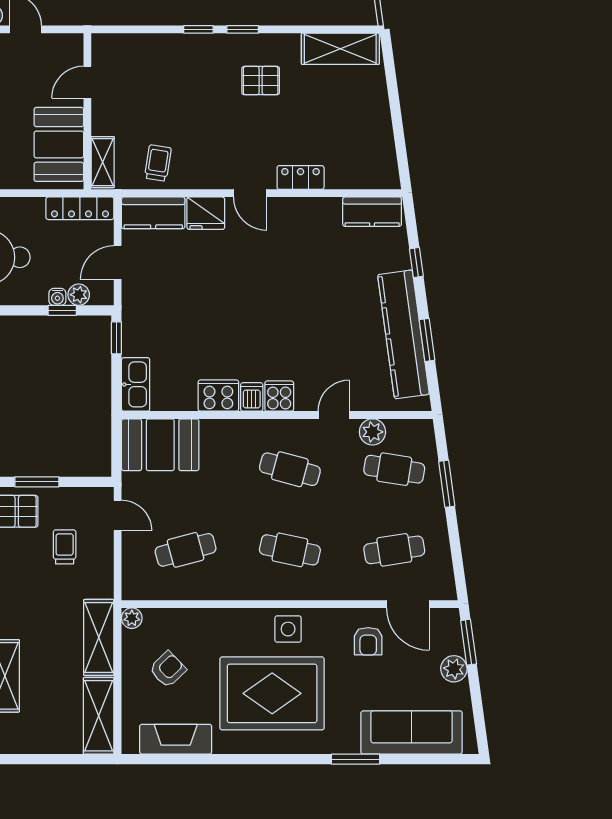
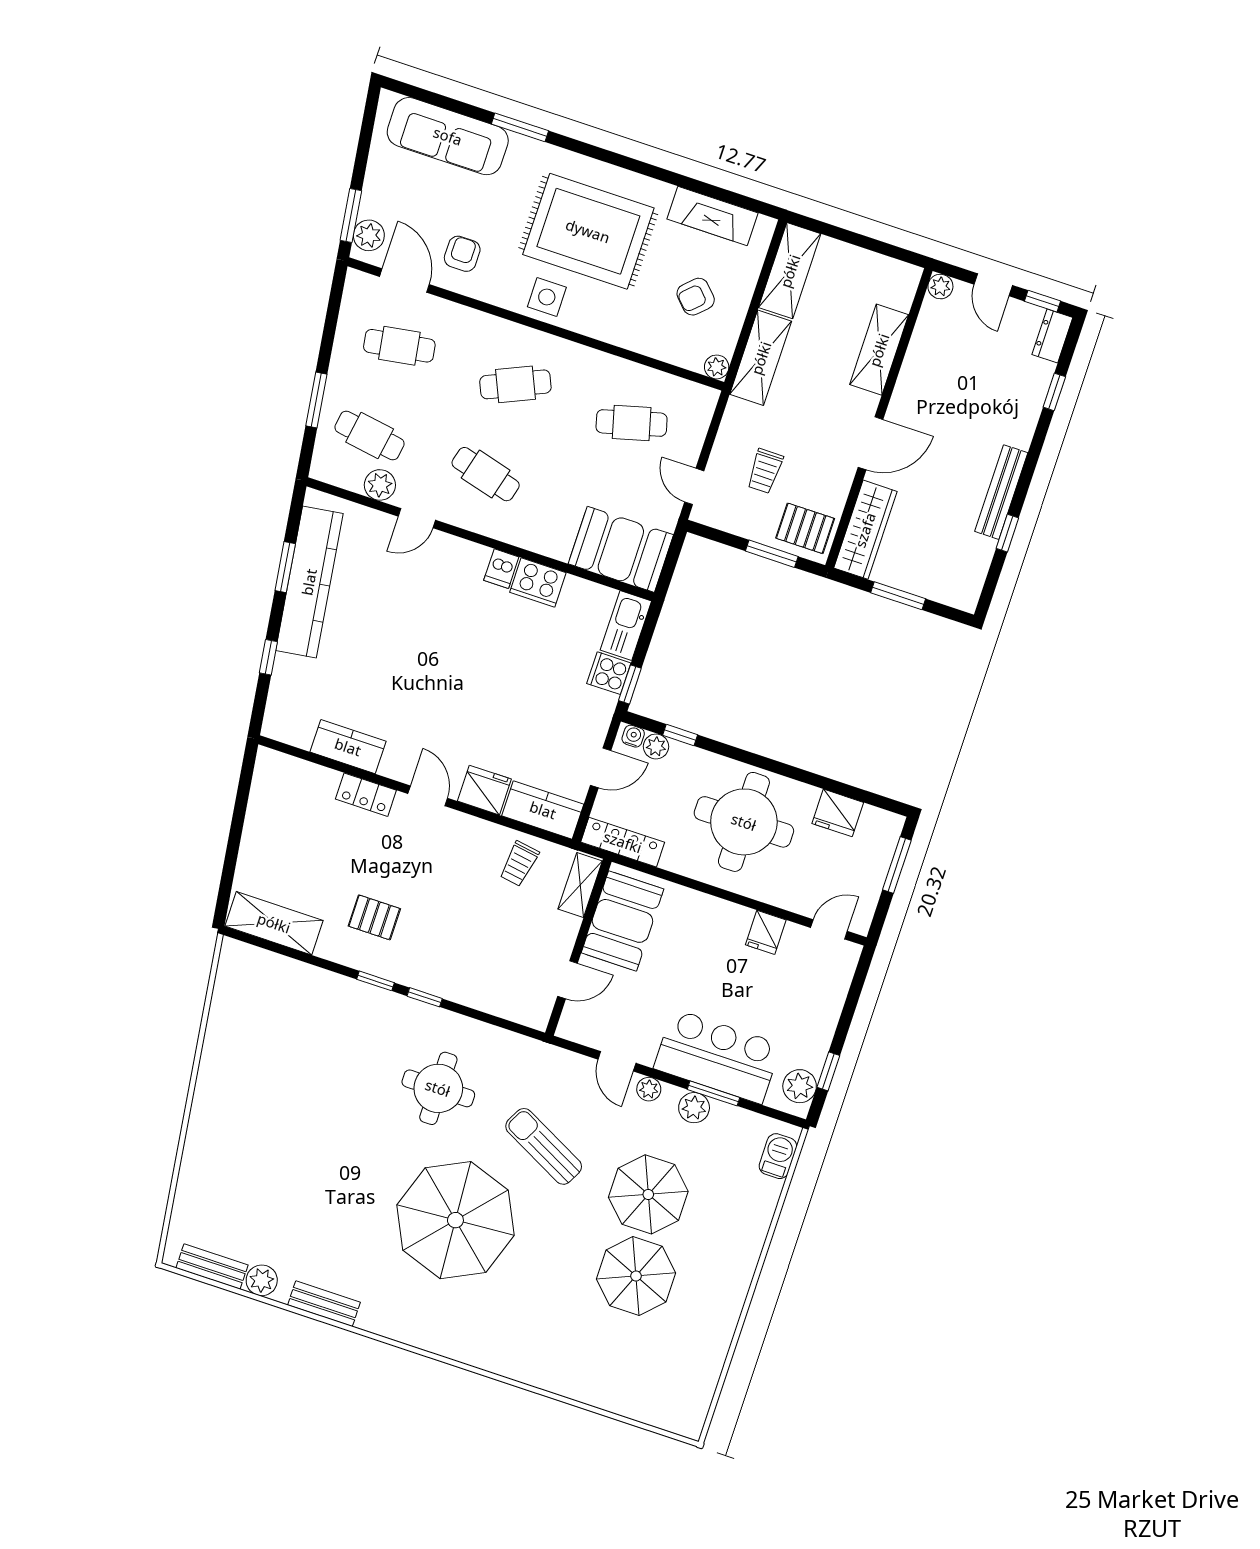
kitchen counter: (372, 212) -> (348, 747), moved
water cooler: (57, 297) -> (633, 736), moved
cooker: (279, 396) -> (609, 673), moved, turned 90
cafe table: (290, 550) -> (515, 384), turned -36
plant: (454, 669) -> (369, 235), moved

